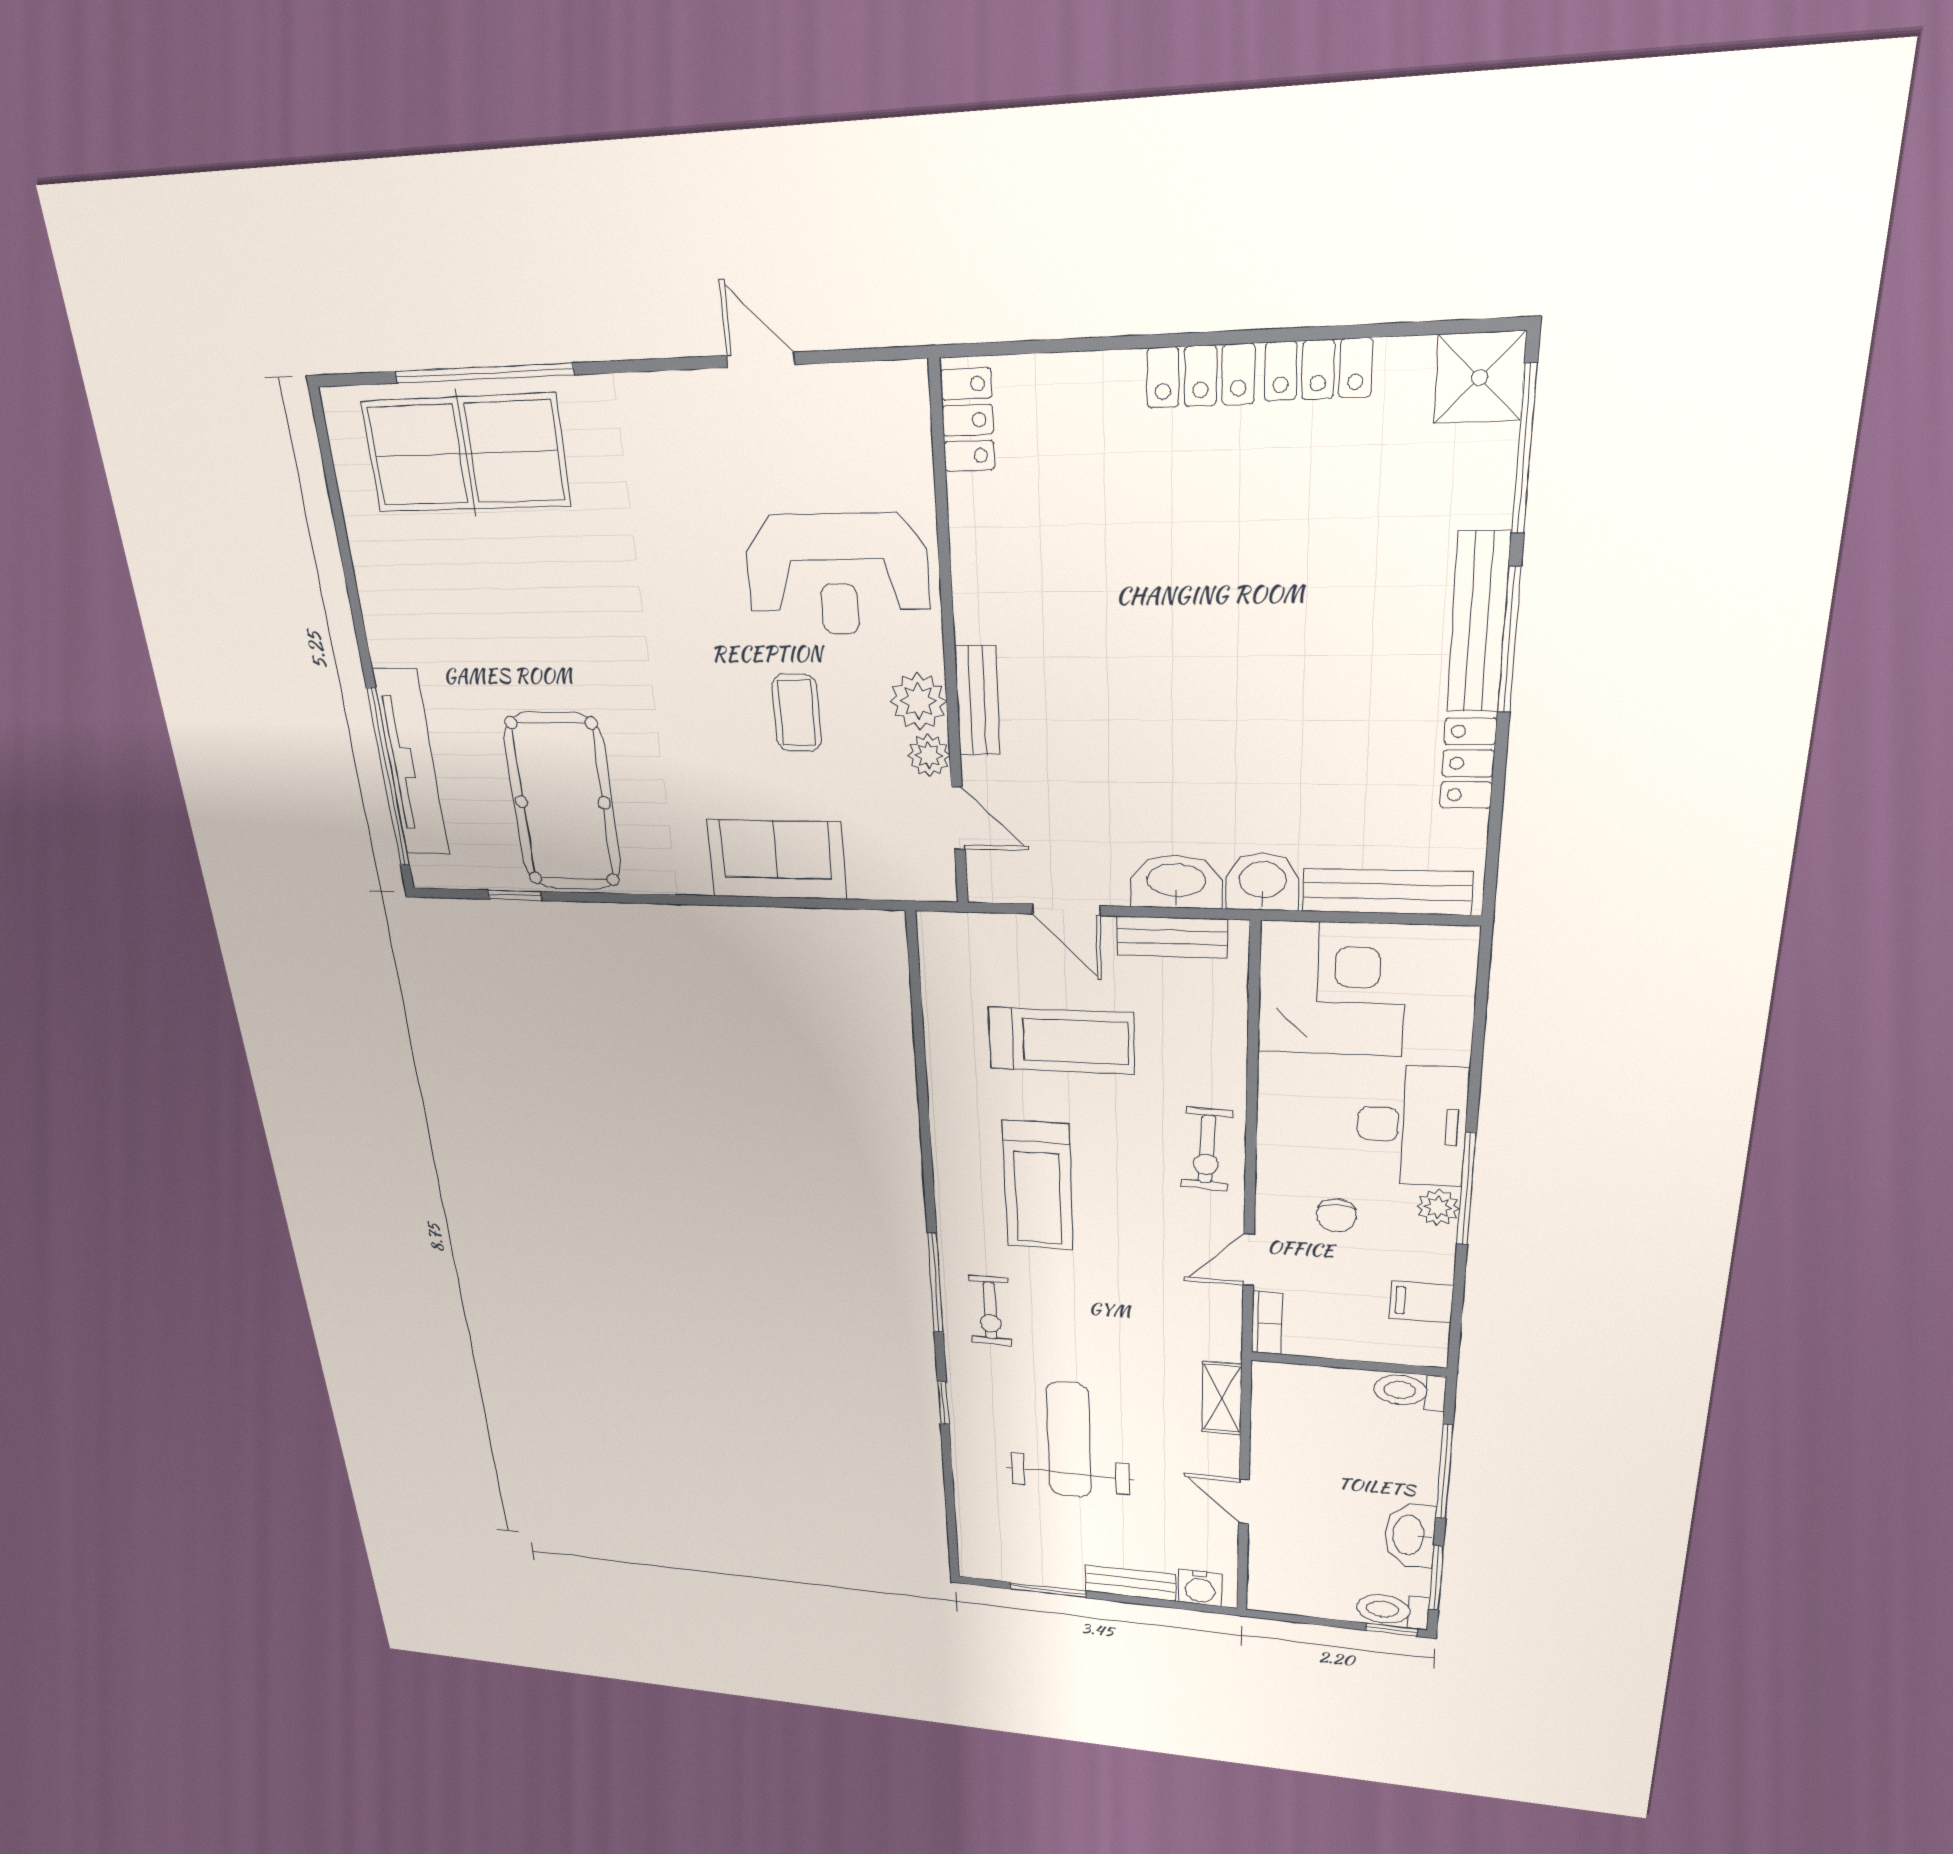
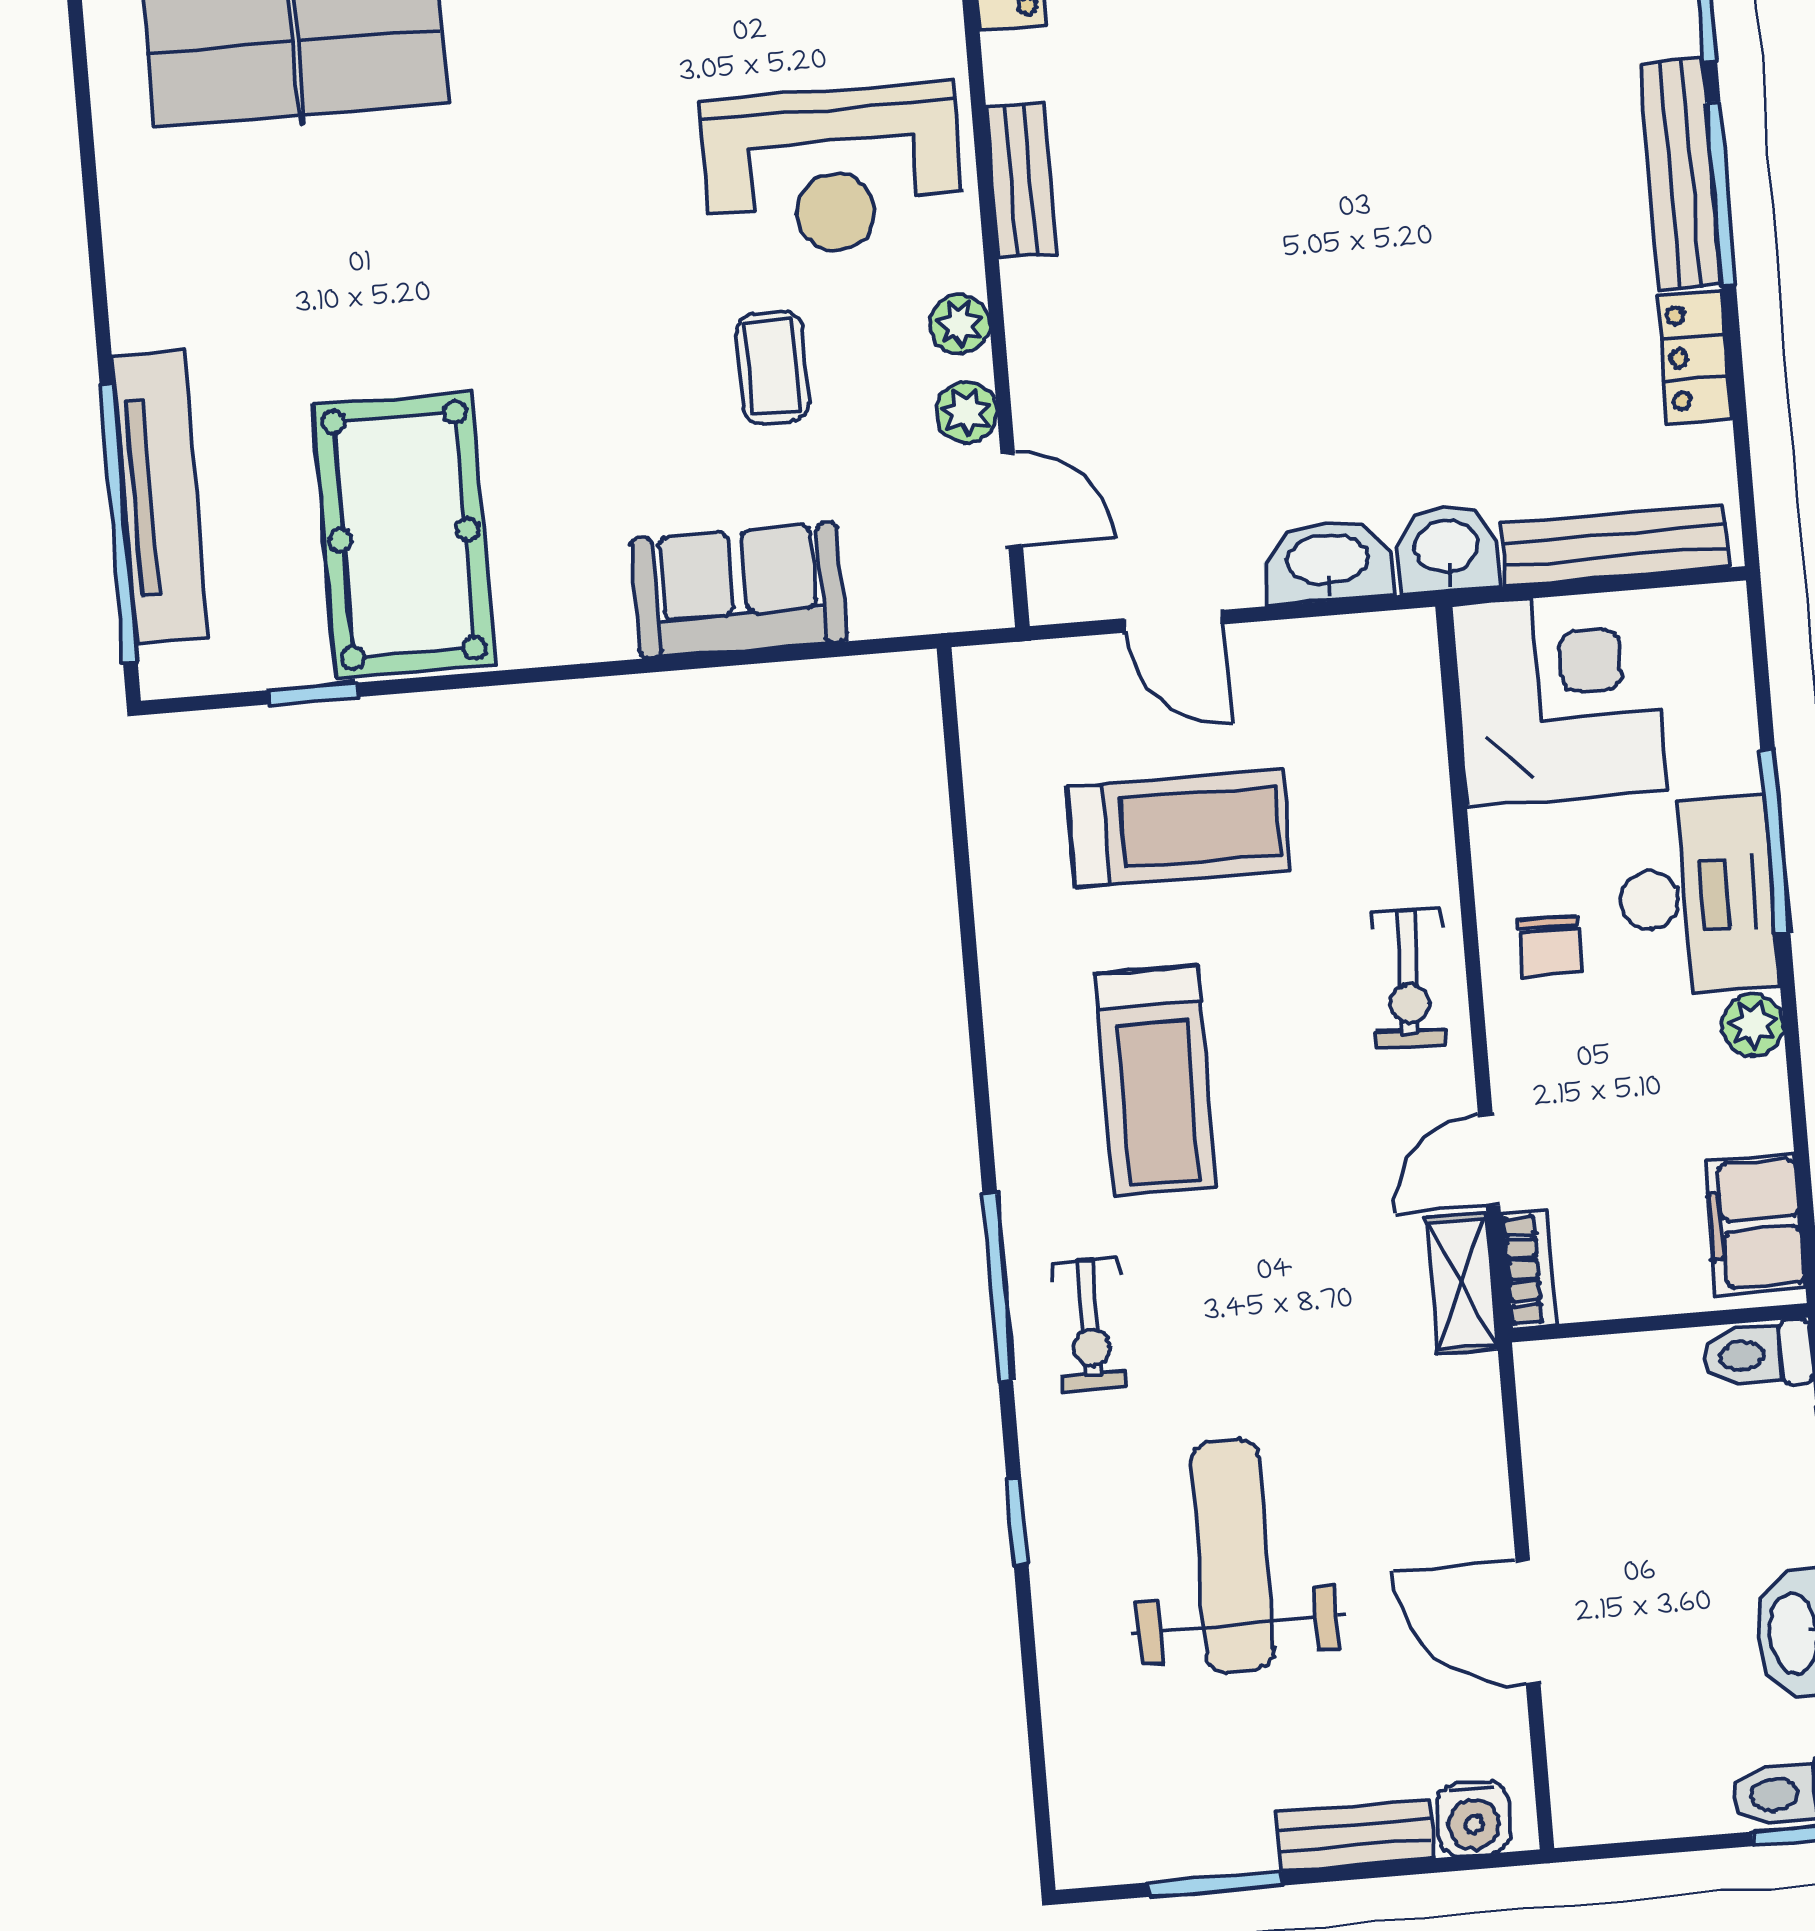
plant: (918, 701) -> (960, 324), width x0.73, depth x0.73
bench: (978, 701) -> (1021, 181), moved
bench: (1172, 937) -> (1328, 646), removed
window: (1466, 1189) -> (1775, 842), moved
chair: (1336, 1215) -> (1550, 946), moved
filing cabinet: (1422, 1302) -> (1755, 1224), width x2.00
shelving: (1222, 1398) -> (1461, 1284), moved
door: (1244, 1502) -> (1528, 1622), width x1.38

